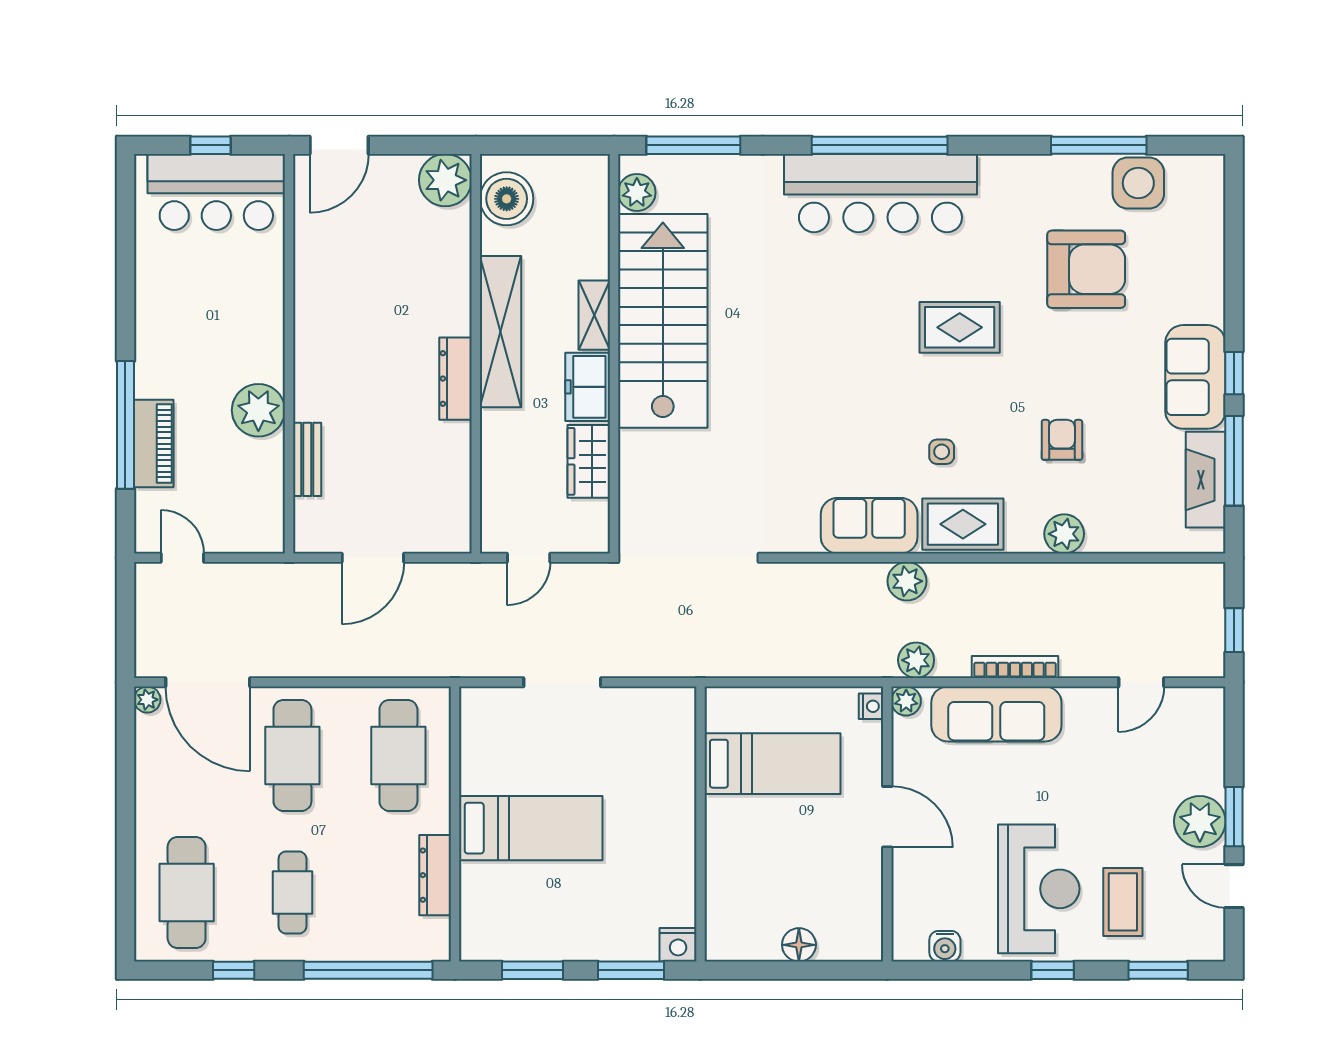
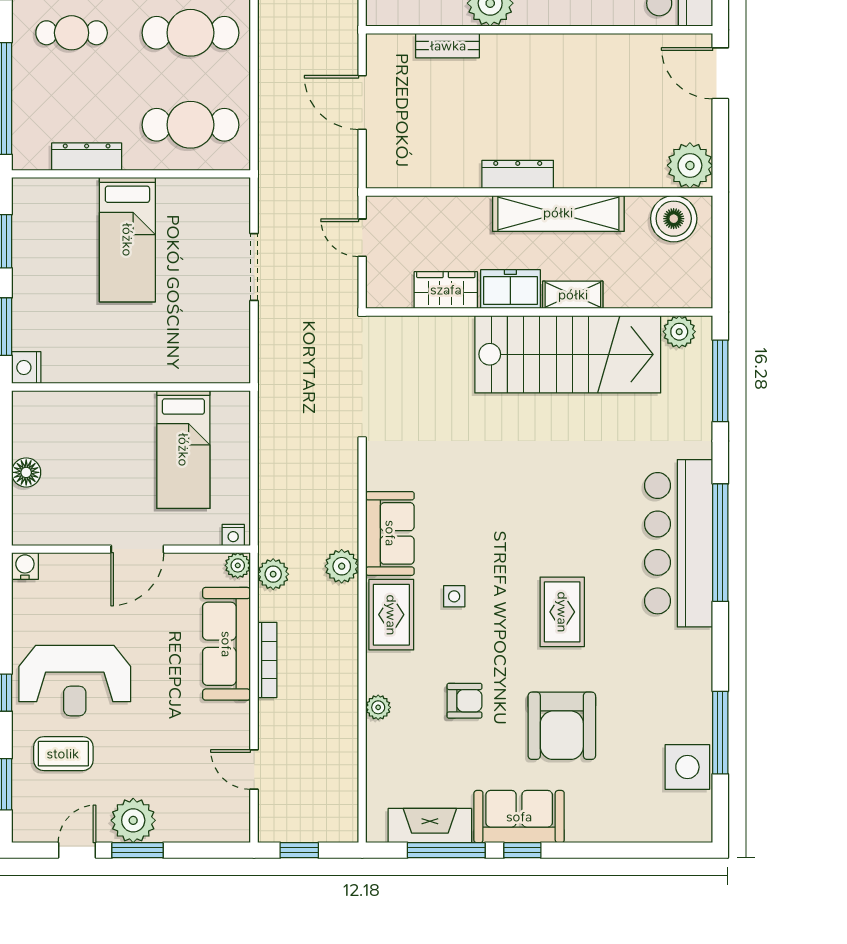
armchair: (1086, 269) -> (562, 726), moved
plant: (1064, 534) -> (378, 707), width x0.73, depth x0.73
water cooler: (945, 946) -> (25, 566), moved, turned 90

